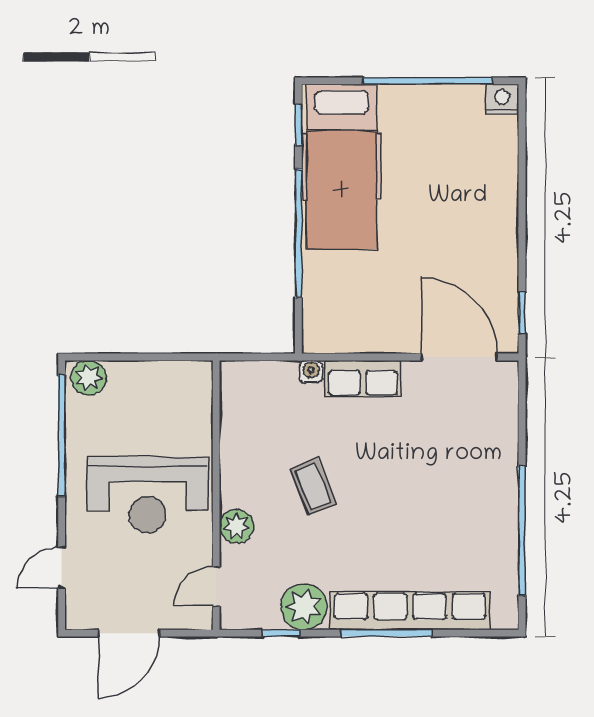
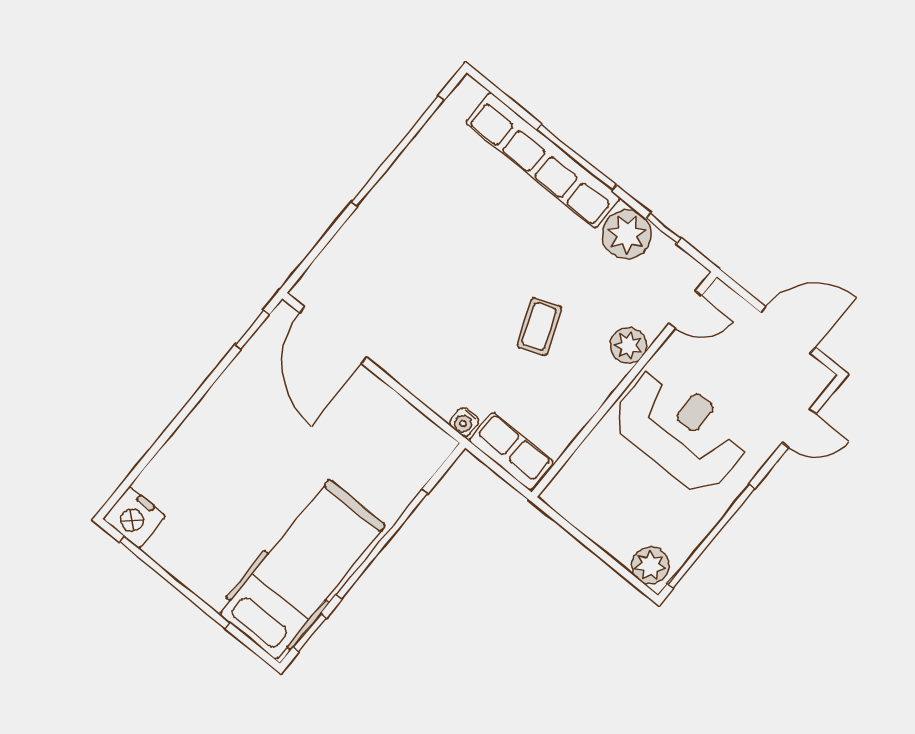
nightstand: (502, 99) -> (134, 517), width x1.36, depth x1.33
row of seats: (363, 378) -> (511, 451), moved

